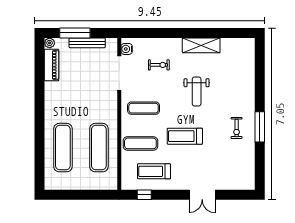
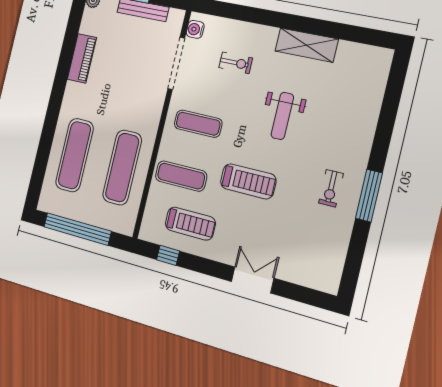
piano: (52, 65) -> (82, 58), moved
treadmill: (185, 136) -> (248, 181), turned 180
treadmill: (154, 171) -> (190, 224), turned 180
window: (78, 195) -> (77, 229), added
double door: (202, 195) -> (253, 280), swing flipped

